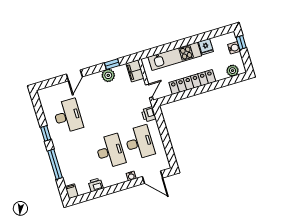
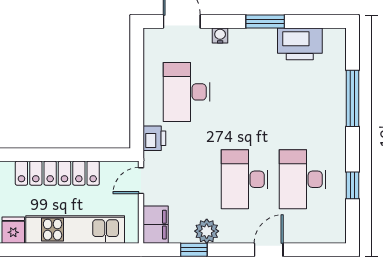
window: (46, 133) -> (352, 185), moved
desk: (110, 151) -> (245, 179), moved
printer: (96, 185) -> (300, 44), width x1.87, depth x1.48
window: (111, 190) -> (265, 21), added
filing cabinet: (72, 191) -> (337, 40), removed

